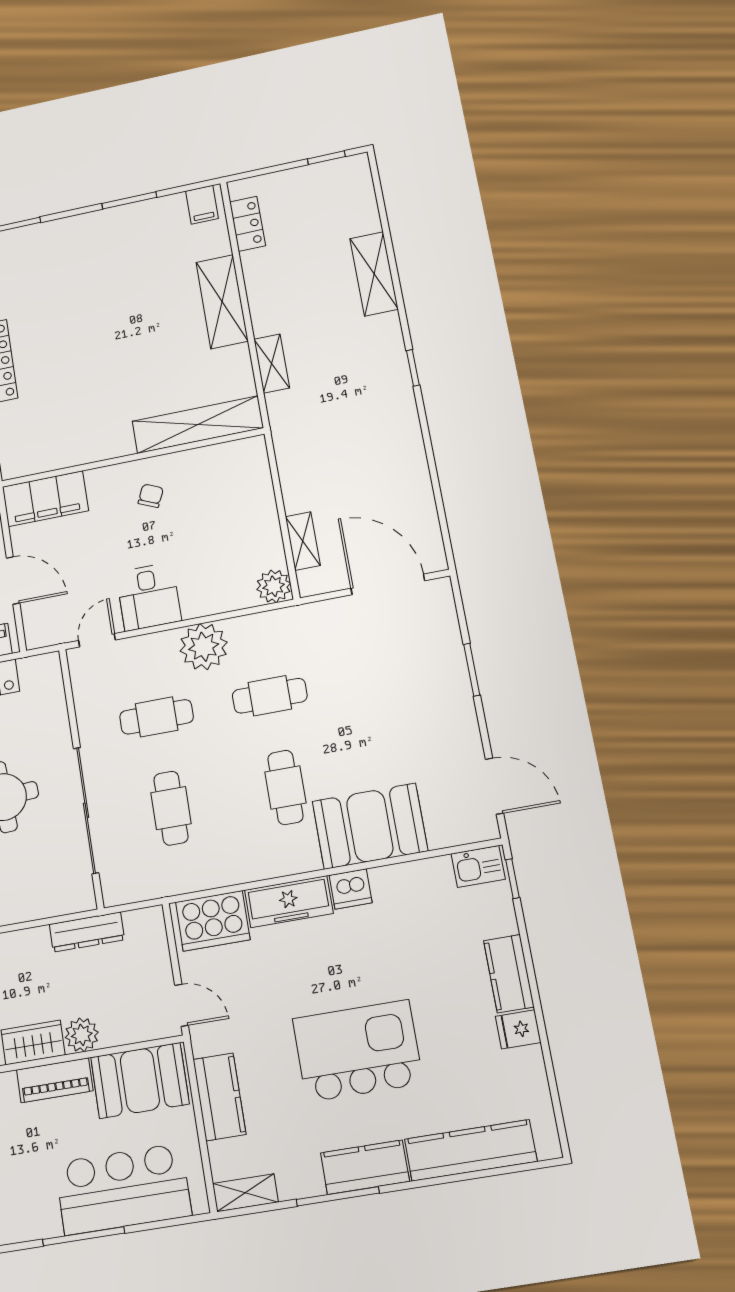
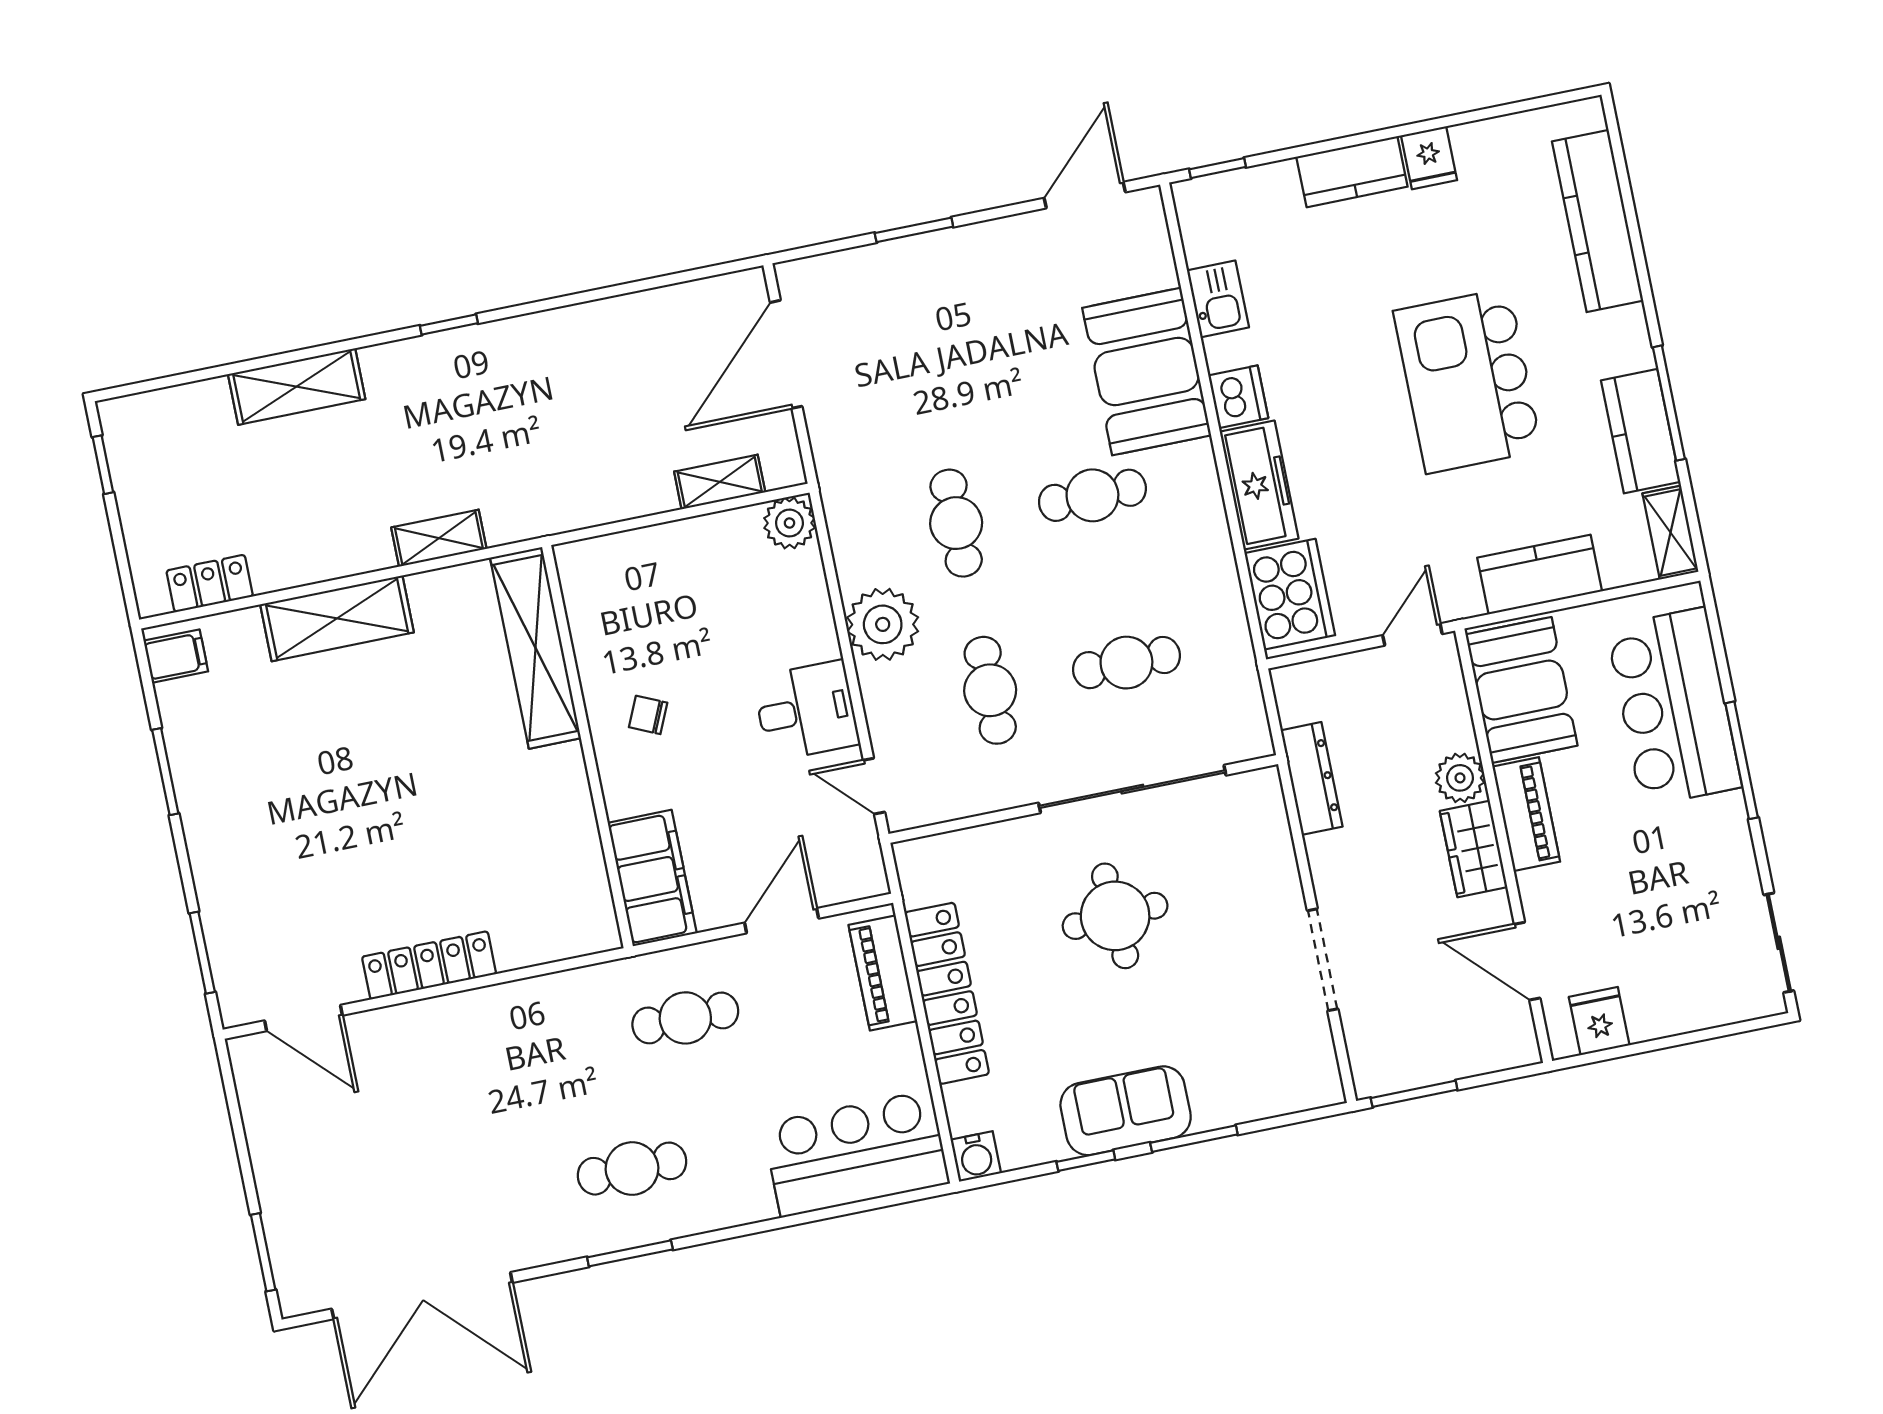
kitchen sink: (478, 866) -> (1218, 299), moved
kitchen counter: (365, 1167) -> (1641, 431), moved

